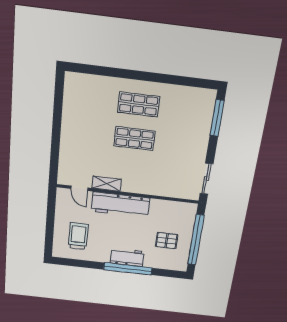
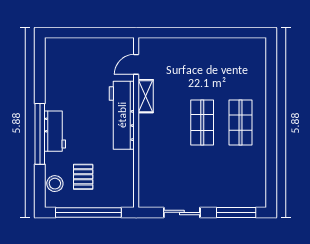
sliding door: (207, 179) -> (182, 212), moved
trolley: (78, 236) -> (76, 68), removed
stool: (169, 262) -> (55, 184), added

